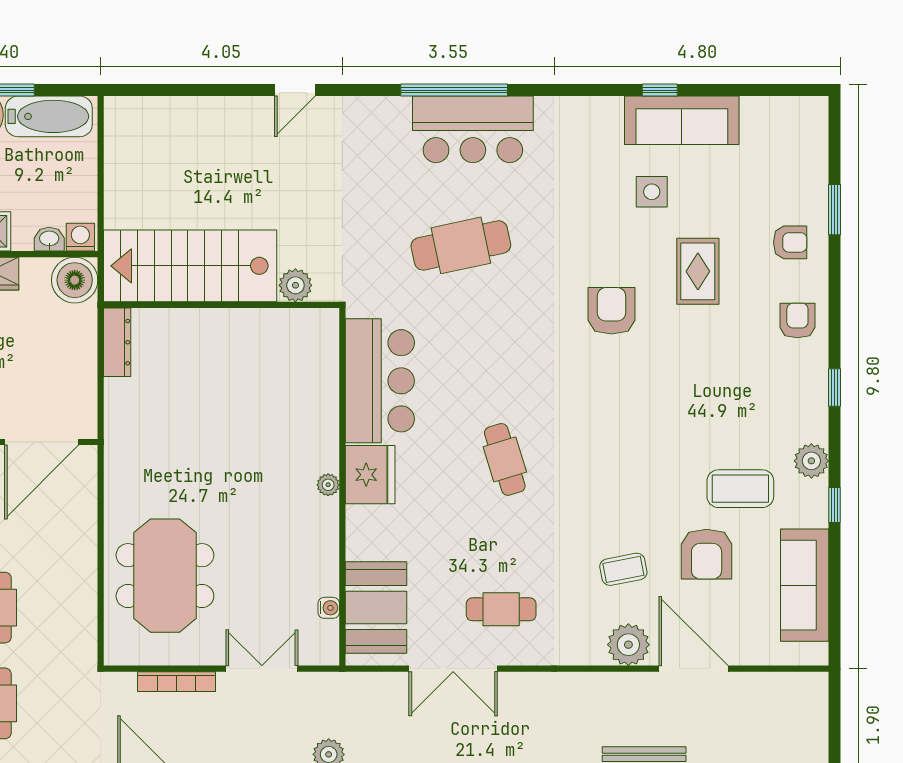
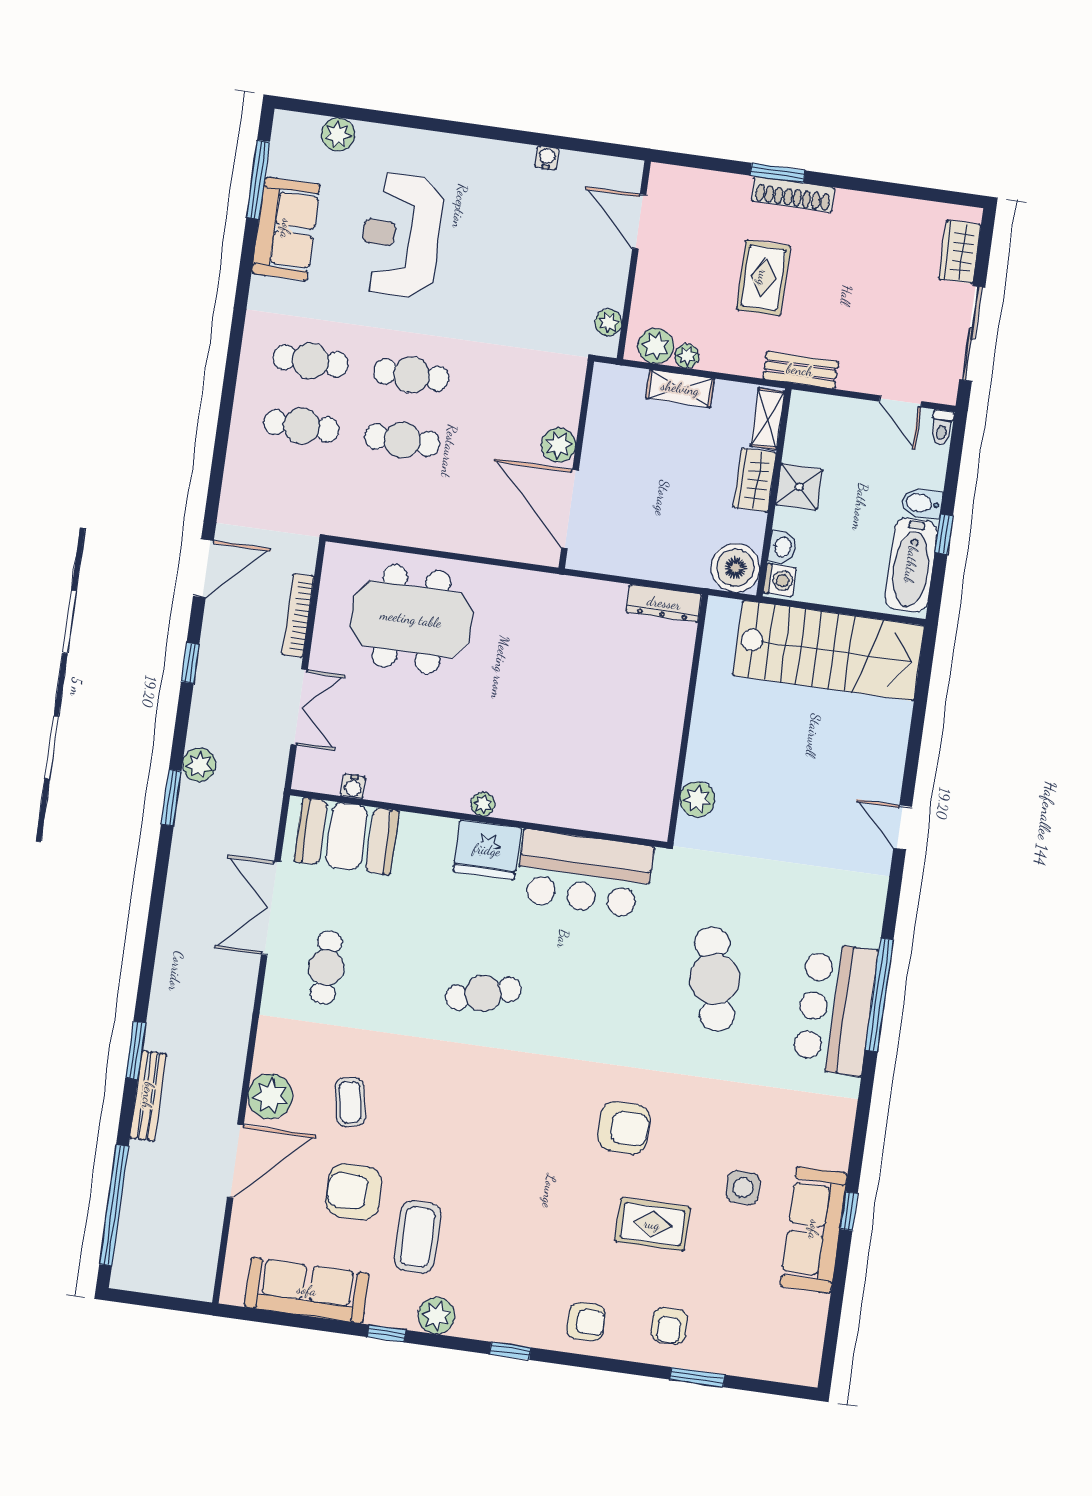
stairs: (190, 266) -> (828, 651), moved, turned 90

